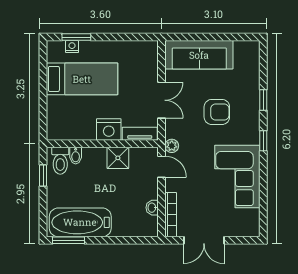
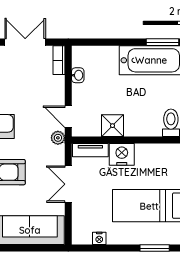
nightstand: (72, 47) -> (99, 238), moved
bidet: (76, 156) -> (155, 128), removed
bookcase: (171, 215) -> (59, 60), width x0.64

